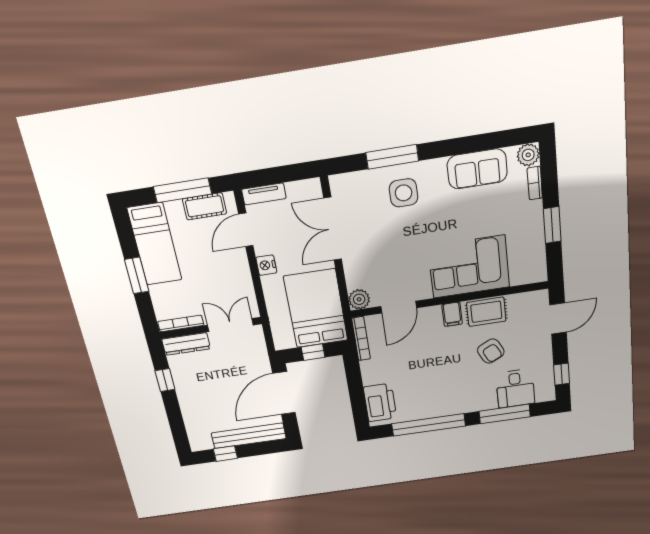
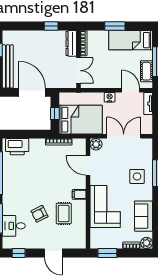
corner sofa: (469, 267) -> (105, 206), moved
plant: (359, 299) -> (96, 144), moved
wall: (449, 300) -> (88, 194), moved
door: (399, 307) -> (88, 165), moved
filing cabinet: (452, 314) -> (79, 194), moved

